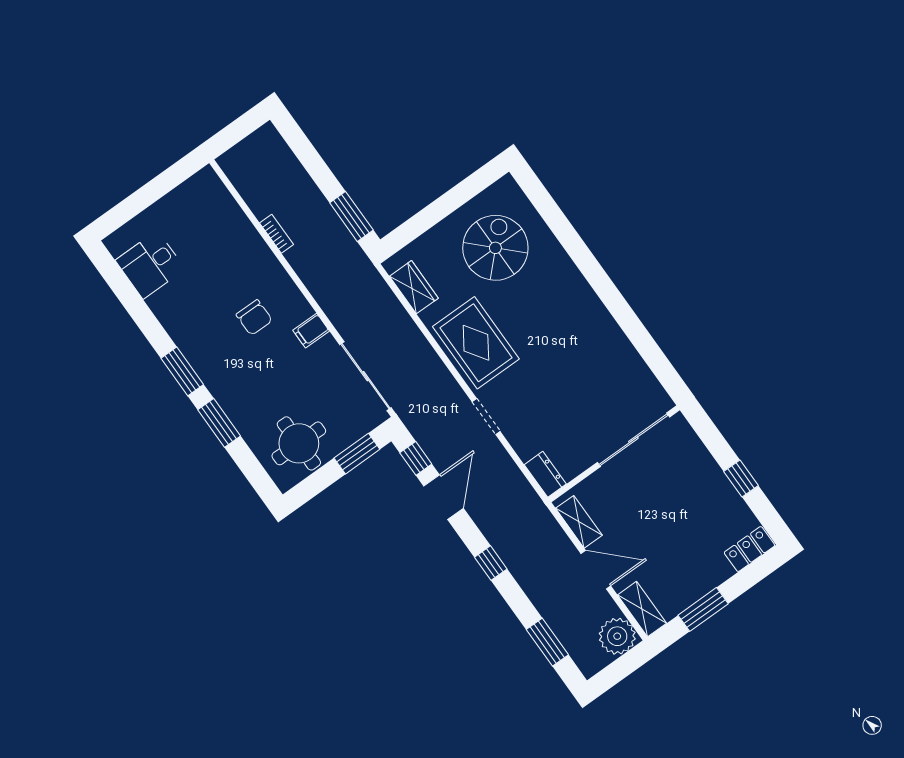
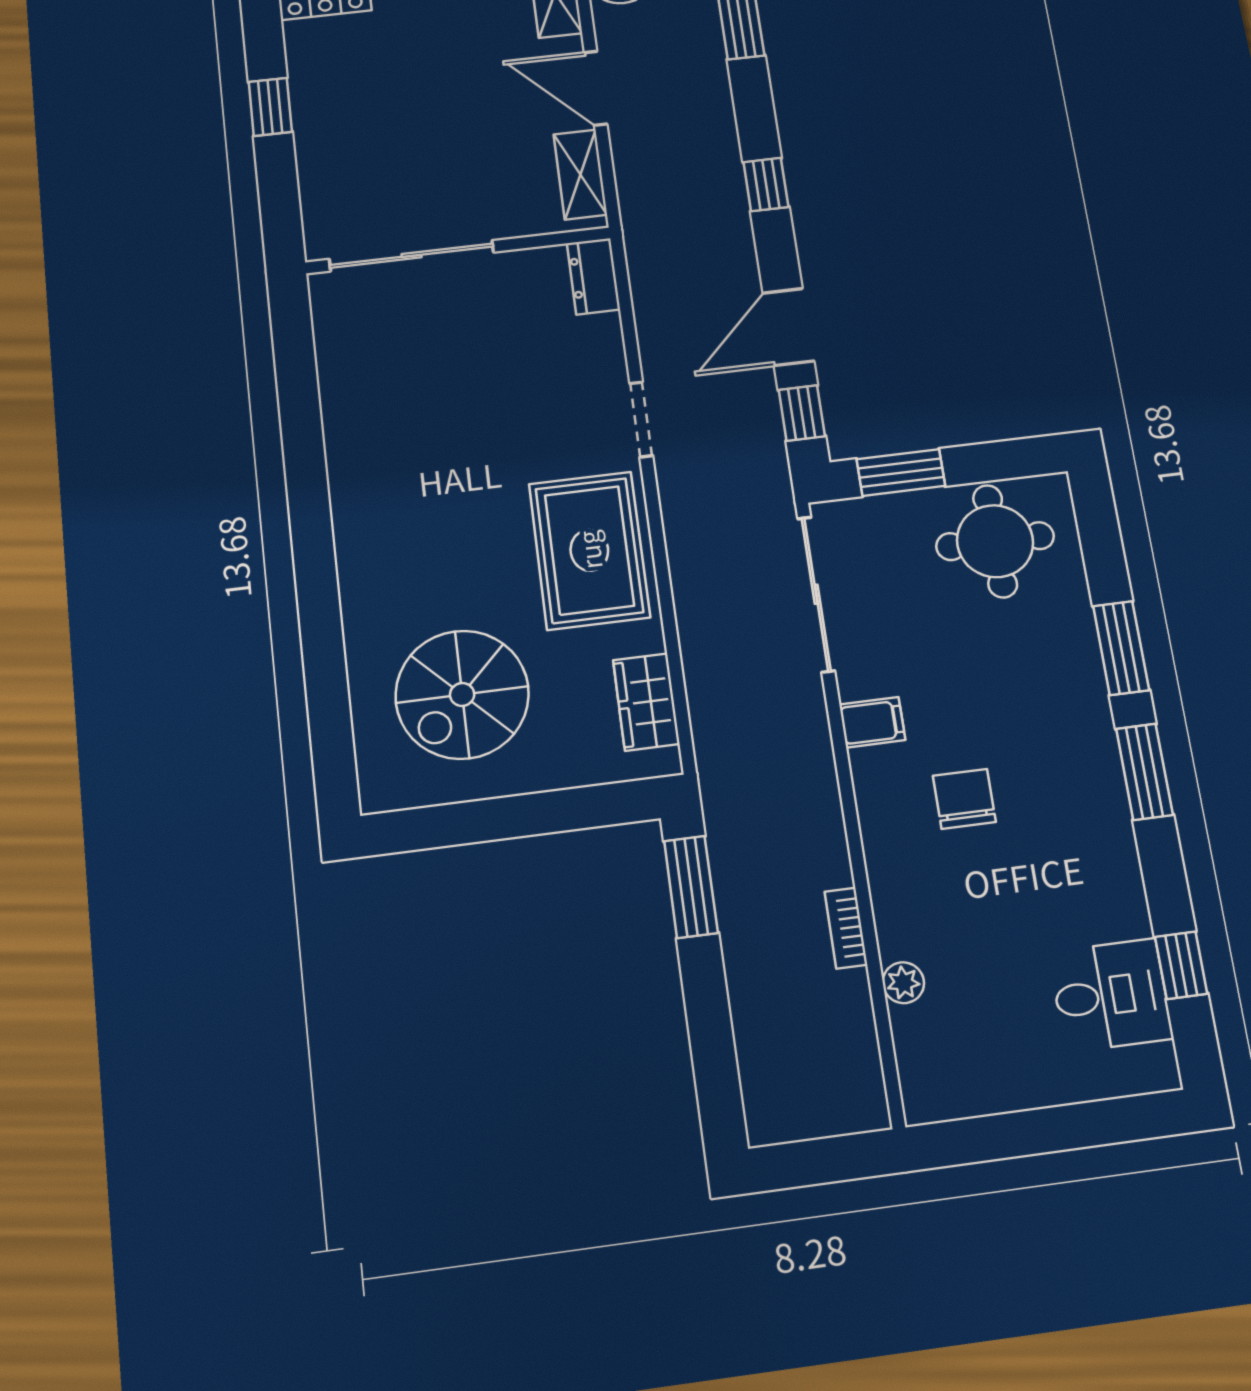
plant: (240, 223) -> (903, 983), added
window: (127, 294) -> (1181, 965), added

